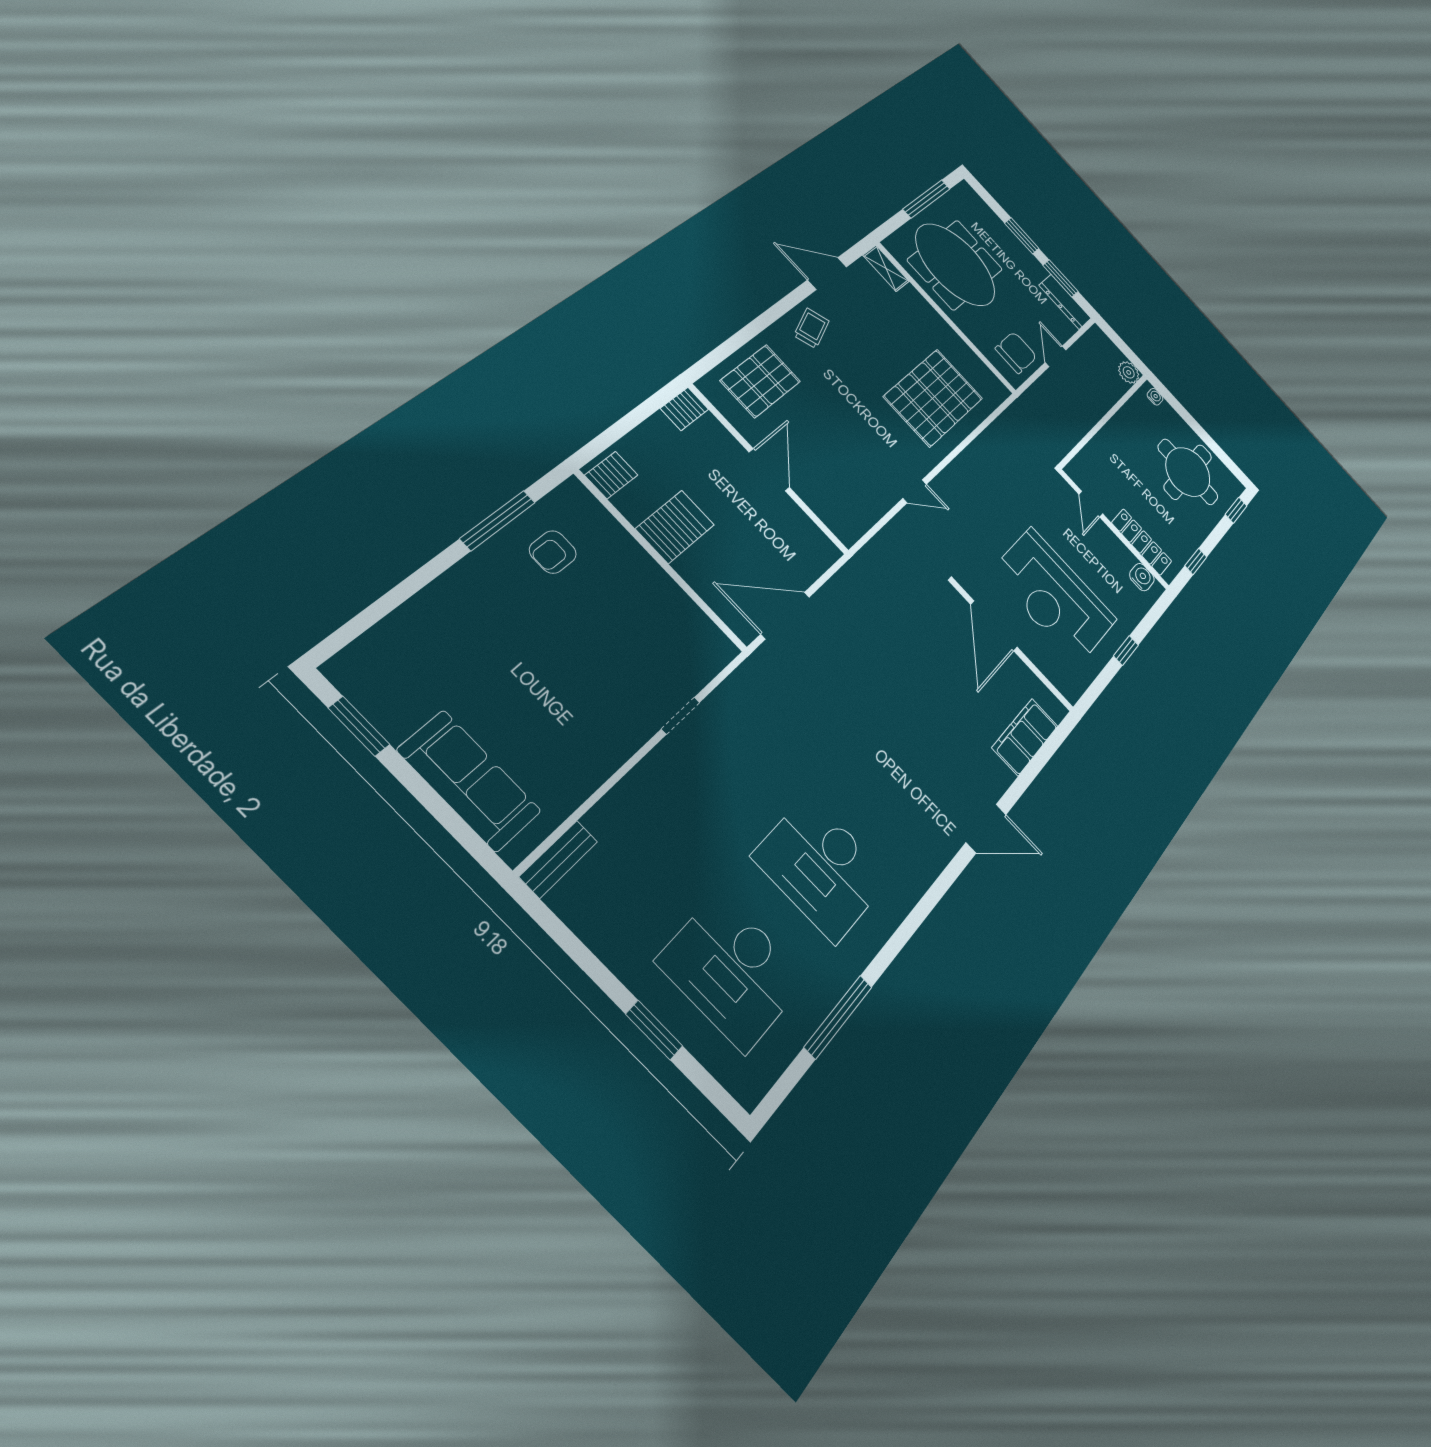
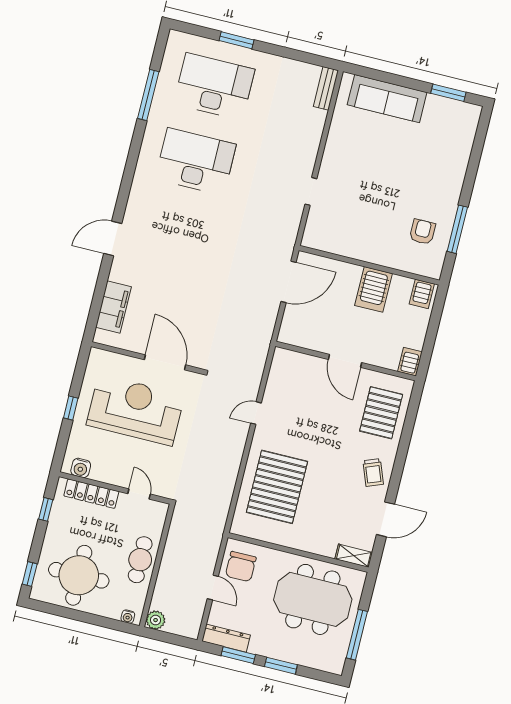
cafe table: (1119, 439) -> (140, 560), added

